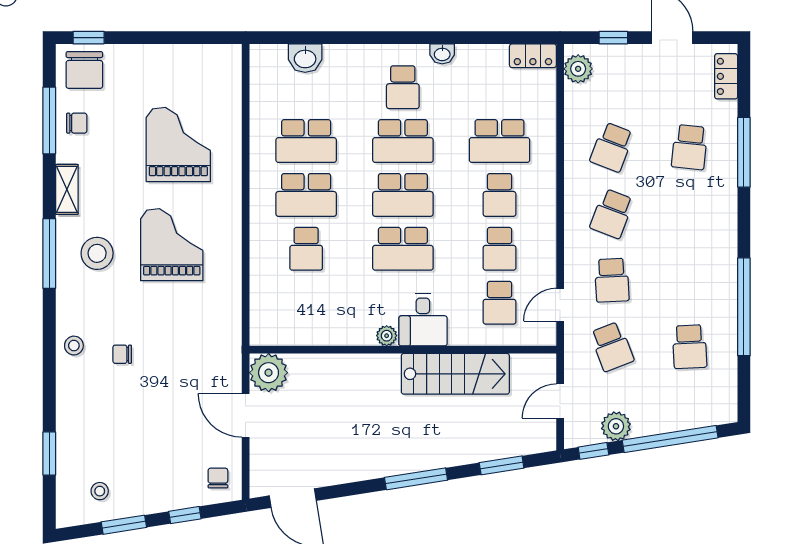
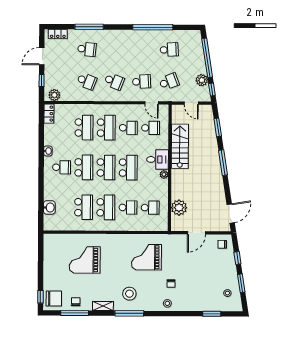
school desk: (500, 195) -> (106, 128), width x1.85
grand piano: (172, 245) -> (146, 257), moved
school desk: (306, 303) -> (150, 208), added
plant: (269, 373) -> (179, 208), moved

